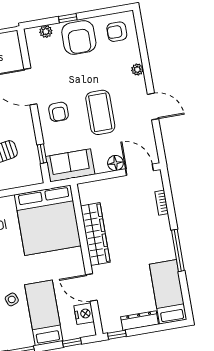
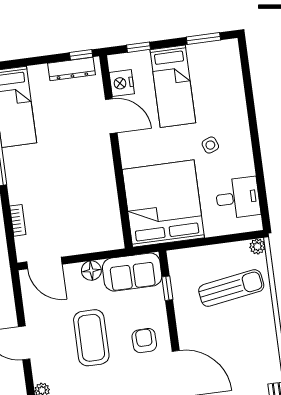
floor lamp: (115, 163) -> (91, 271), moved
wardrobe: (95, 234) -> (104, 184), removed
side table: (12, 299) -> (210, 145), moved
dresser: (140, 321) -> (72, 69), moved

